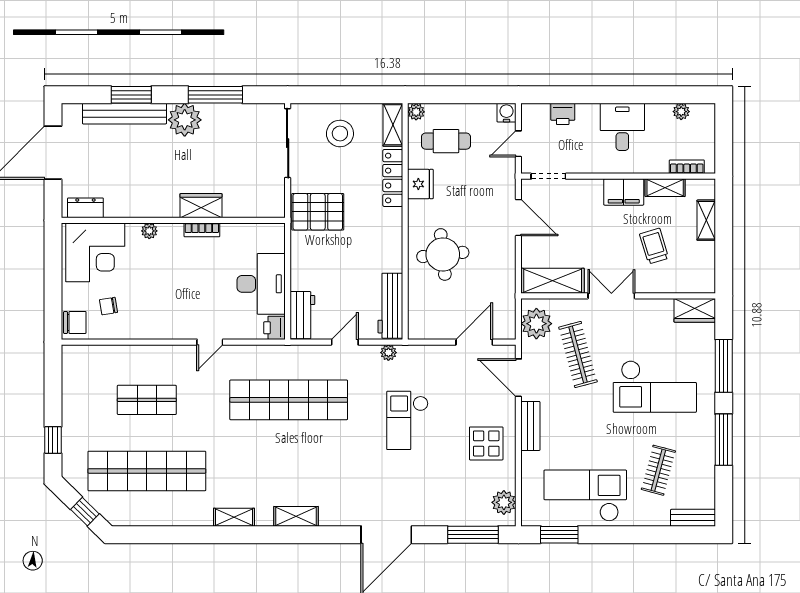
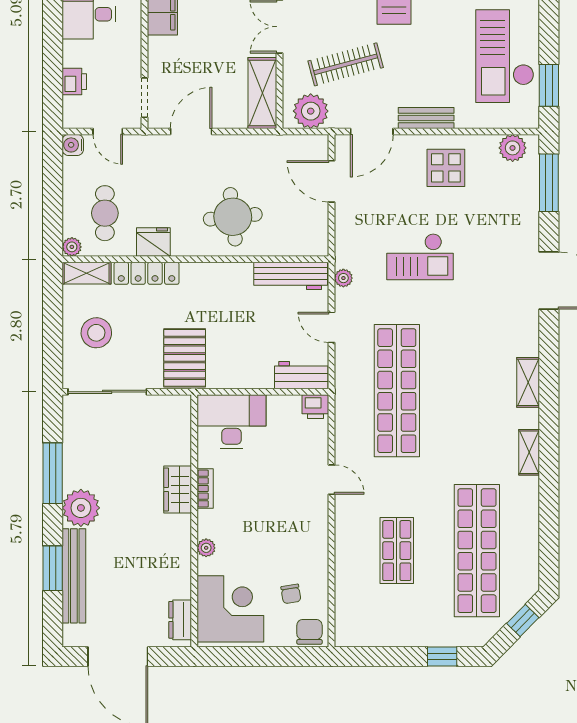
desk: (261, 284) -> (231, 422), moved

